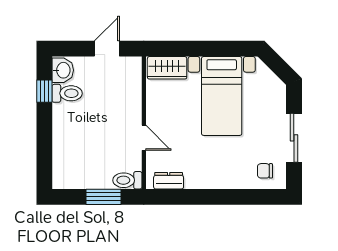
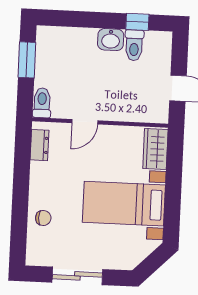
washbasin: (63, 70) -> (111, 40), moved
chair: (265, 171) -> (43, 218), moved, turned 90
window: (103, 197) -> (27, 60), moved

